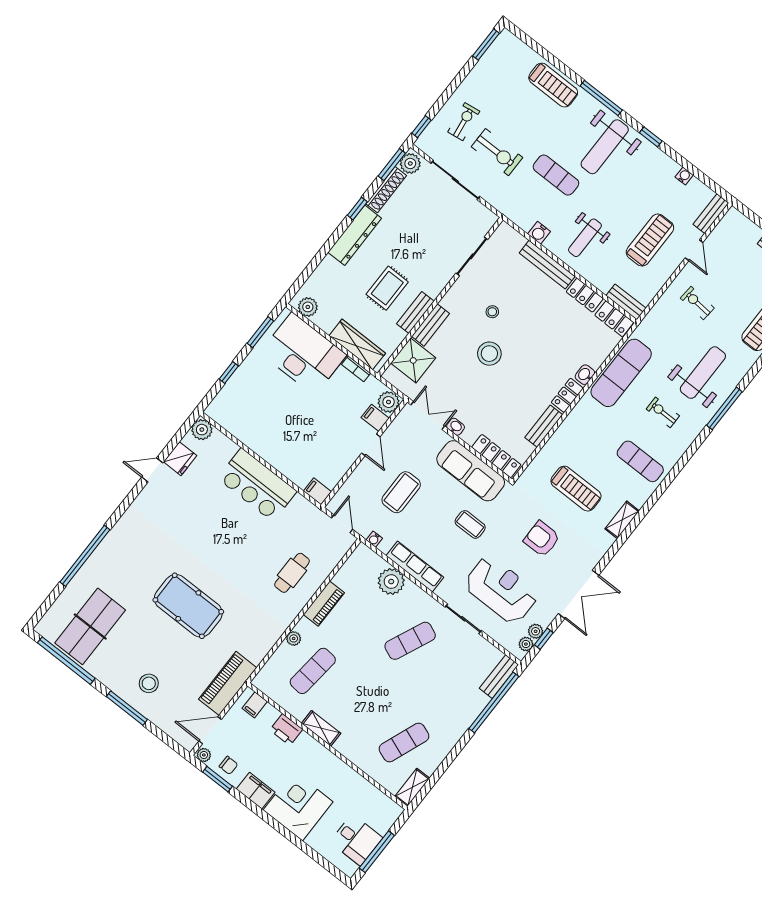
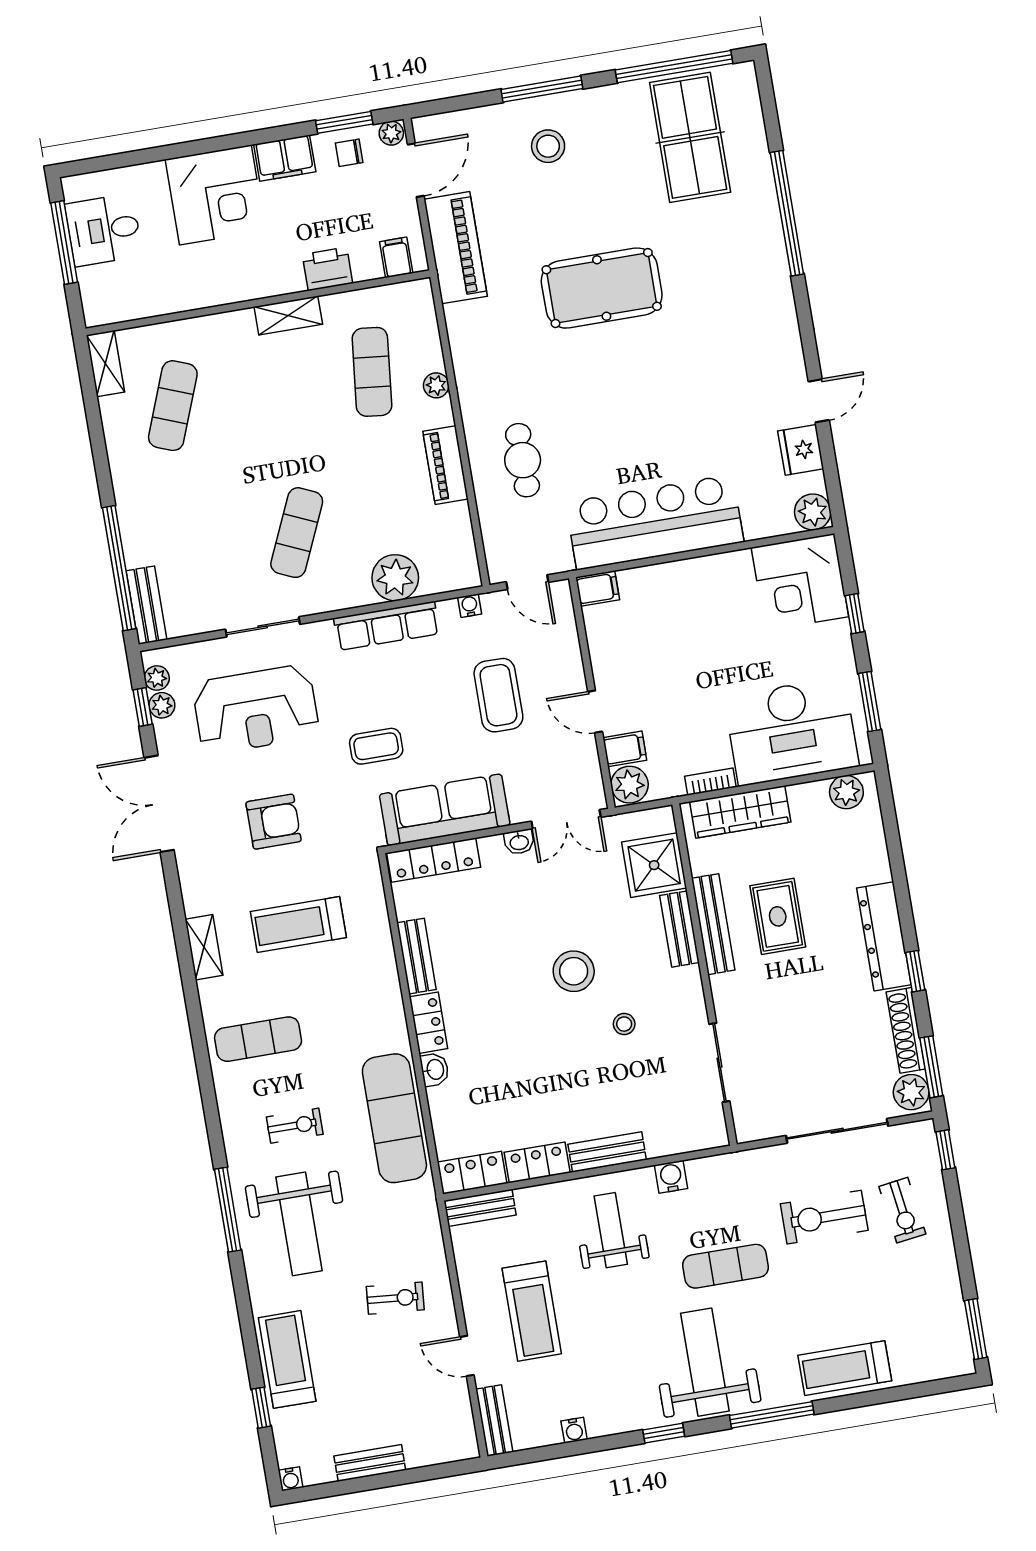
bench: (547, 265) -> (607, 1152), width x0.73
bench: (415, 313) -> (713, 924), width x1.36
corner desk: (237, 408) -> (800, 582), added
bar counter: (257, 485) -> (655, 522), width x1.36

